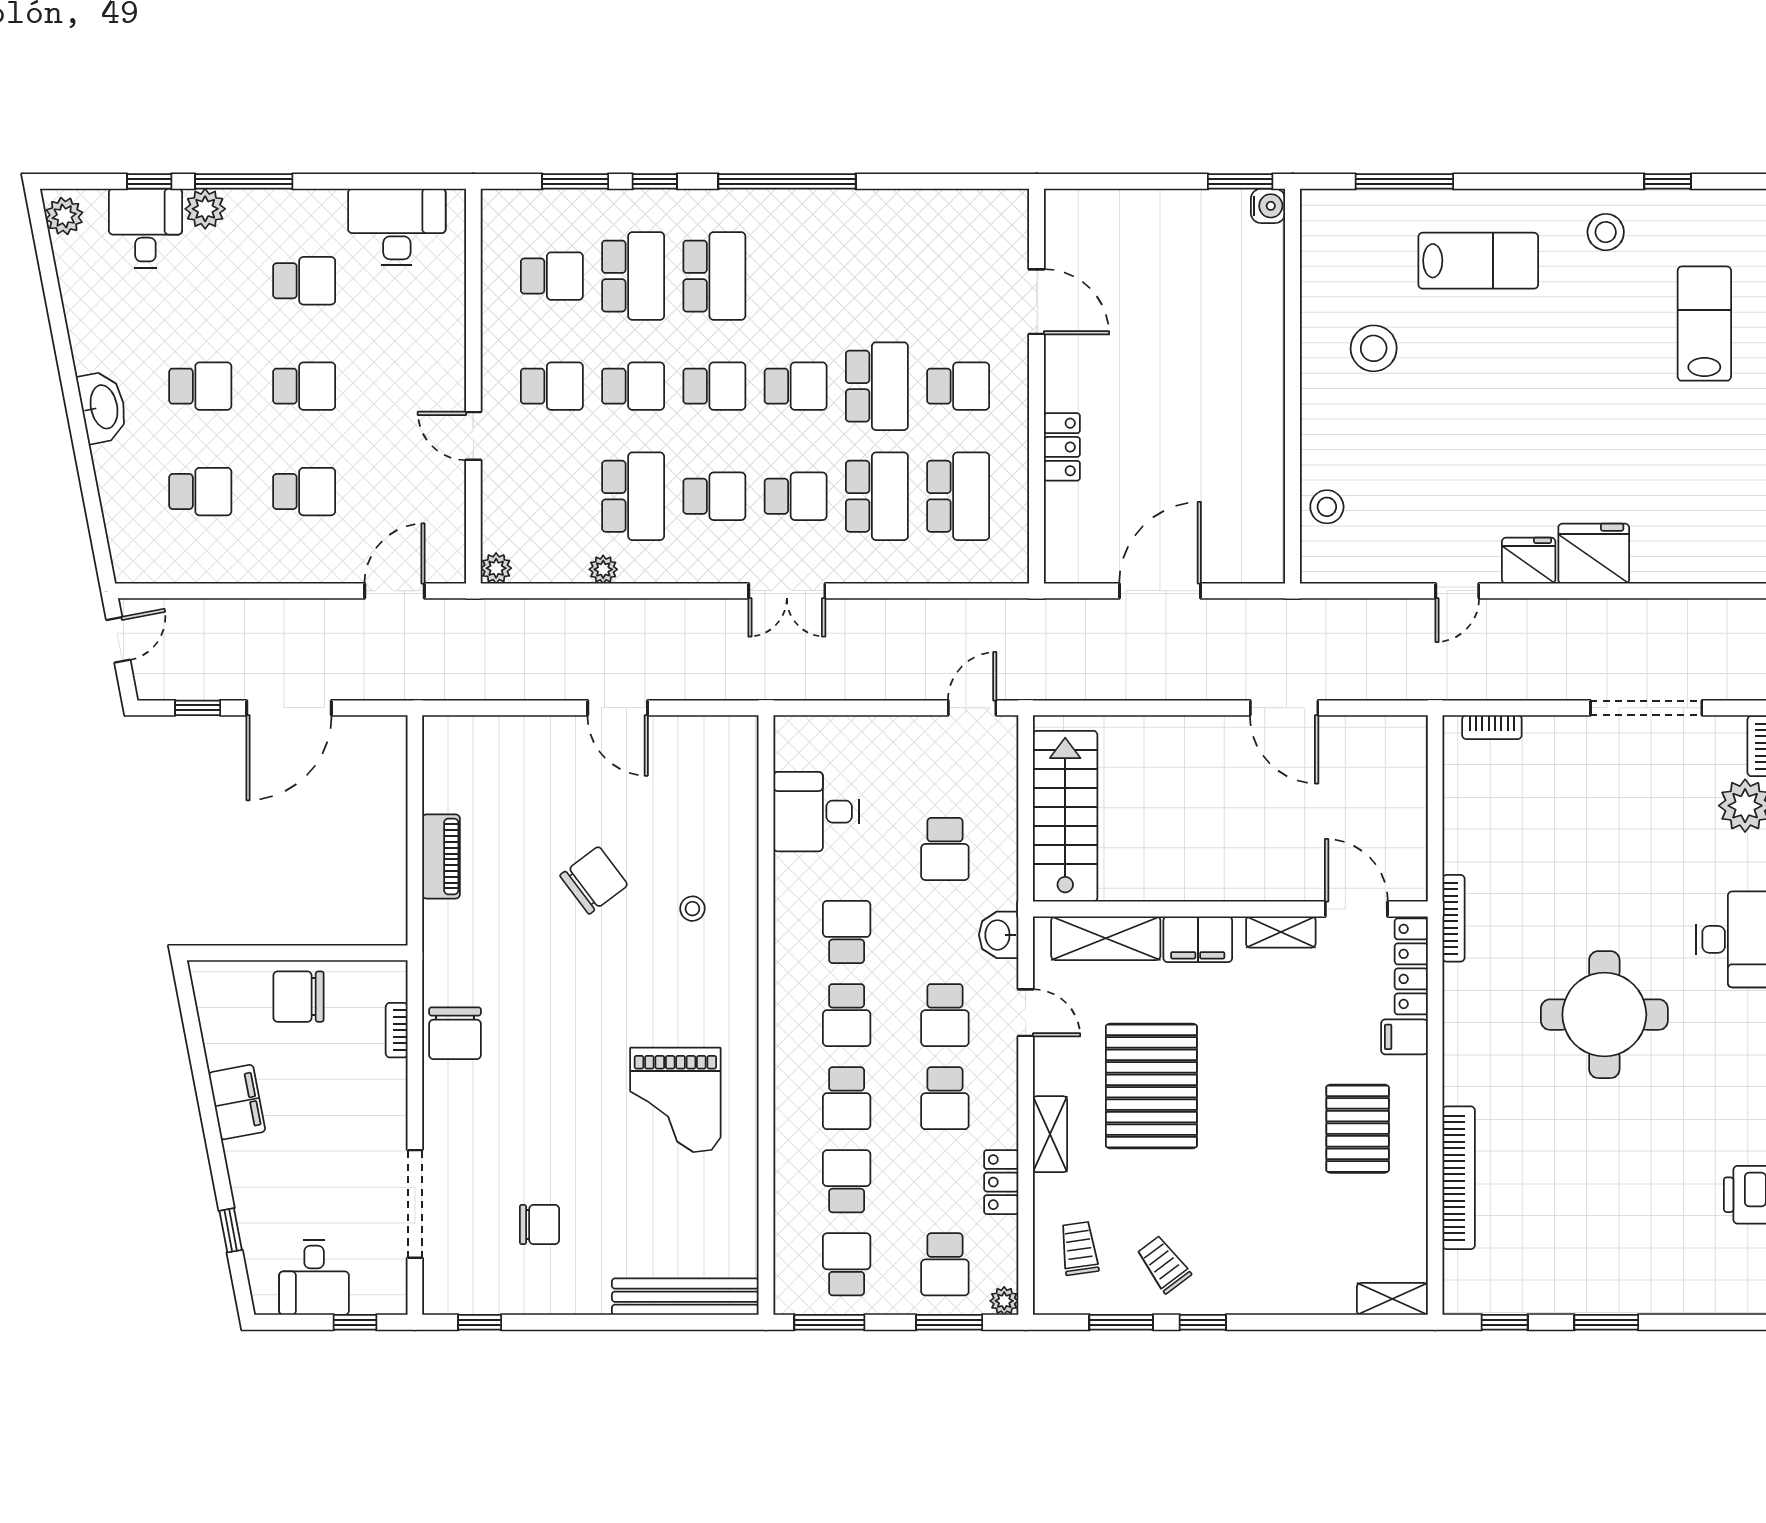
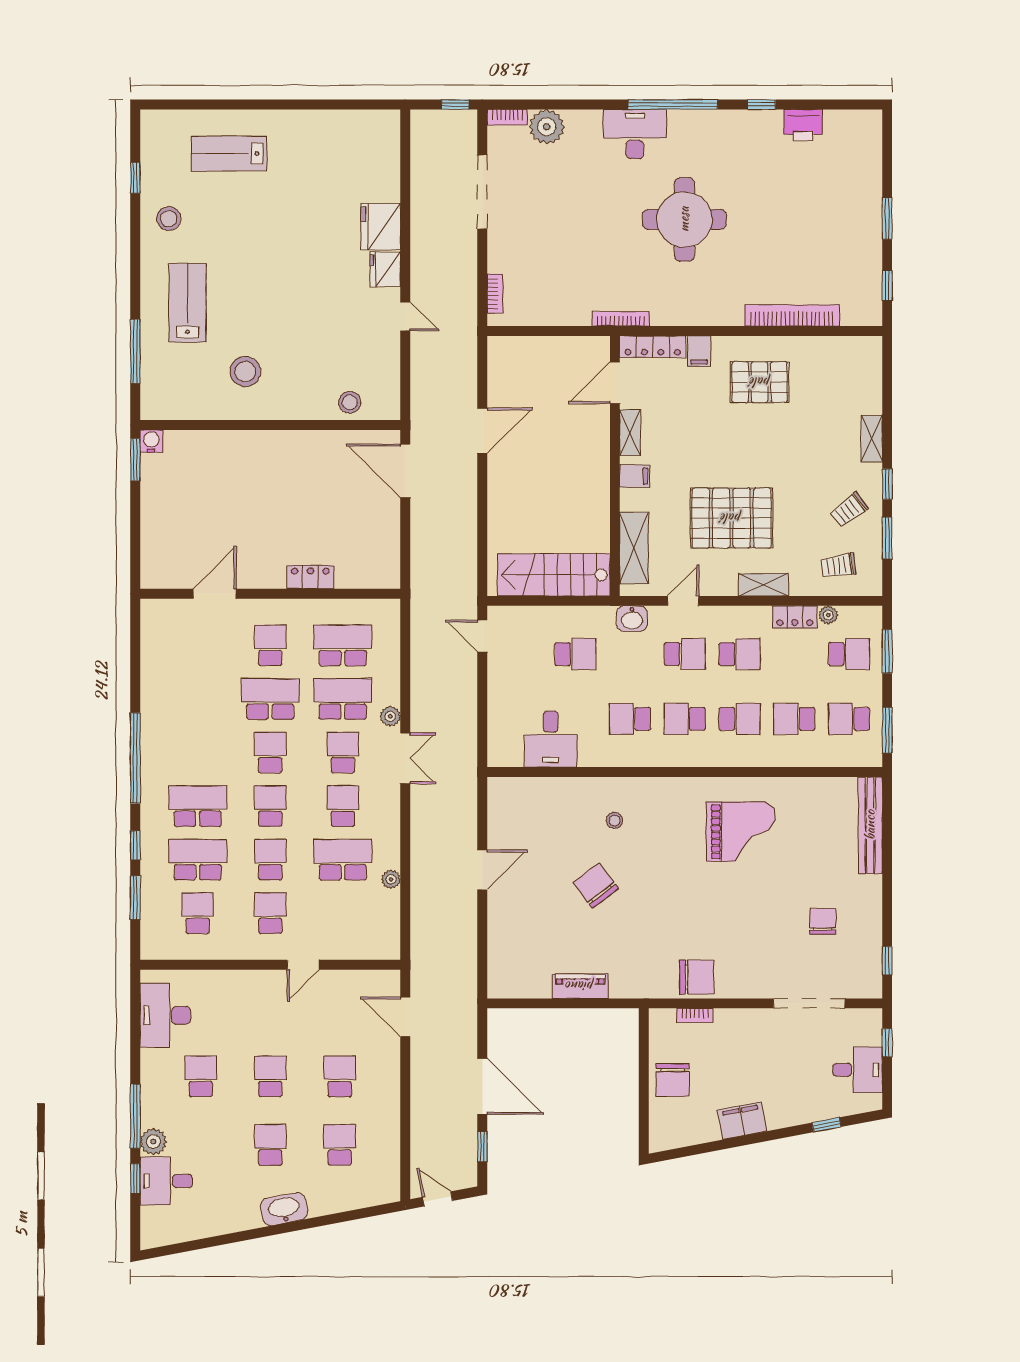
plant: (64, 216) -> (158, 1235), removed
plant: (496, 568) -> (390, 716), moved
door: (1160, 591) -> (405, 471), moved
filing cabinet: (1198, 939) -> (635, 476), width x0.50
school desk: (847, 1015) -> (685, 719), turned 180
shelving: (1392, 1299) -> (872, 439), moved
plant: (1004, 1301) -> (828, 615), moved

